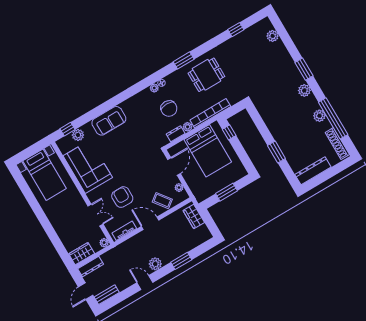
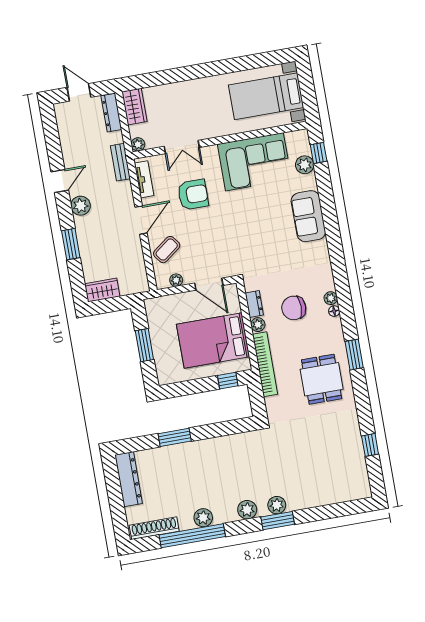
plant: (273, 36) -> (277, 505), moved
wardrobe: (194, 216) -> (102, 290), moved
bench: (107, 295) -> (120, 162), moved

